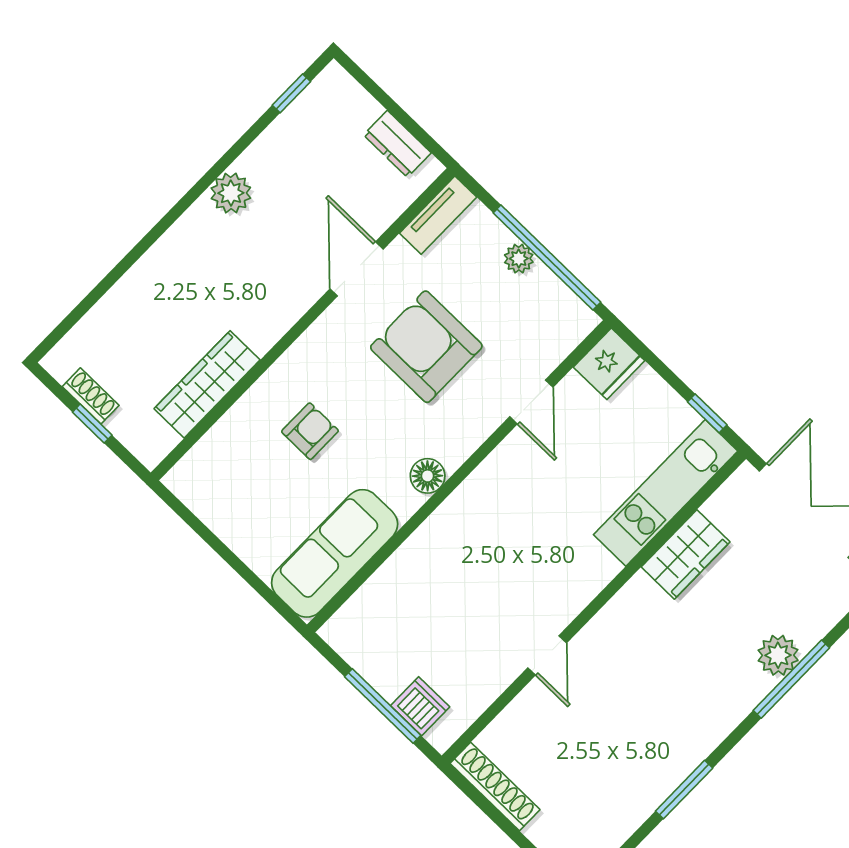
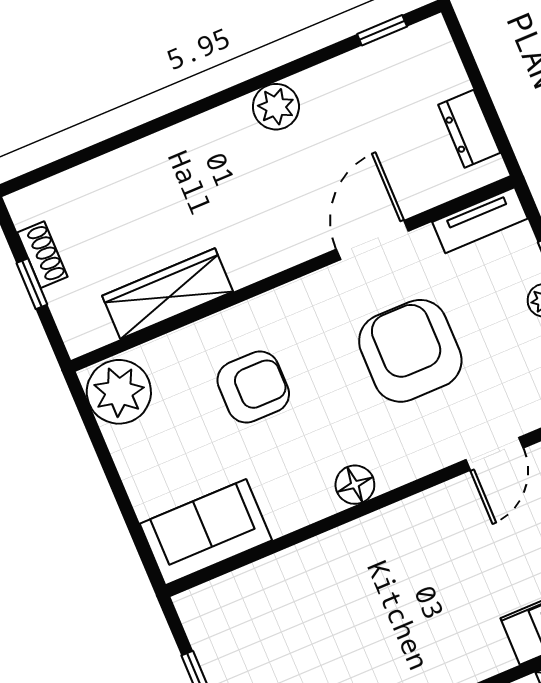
armchair: (310, 431) -> (253, 387), width x1.38, depth x1.38
plant: (201, 482) -> (119, 392), added
sofa: (335, 553) -> (206, 532), width x0.73

